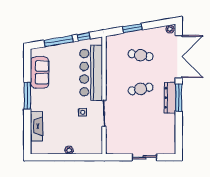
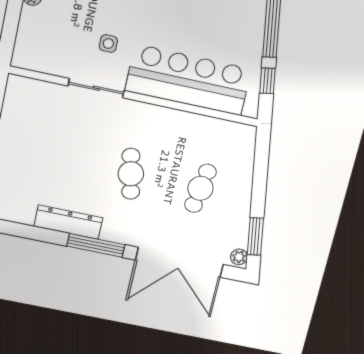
window: (133, 28) -> (255, 236), moved
dresser: (170, 98) -> (68, 222), moved

